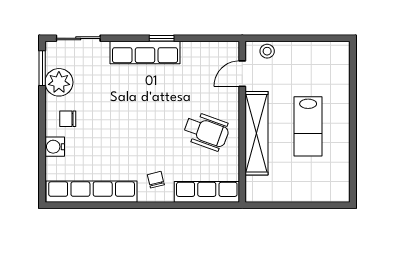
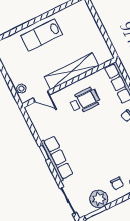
lab bench: (308, 126) -> (42, 35), moved, turned 180
wheelchair: (206, 131) -> (85, 100), turned 70

